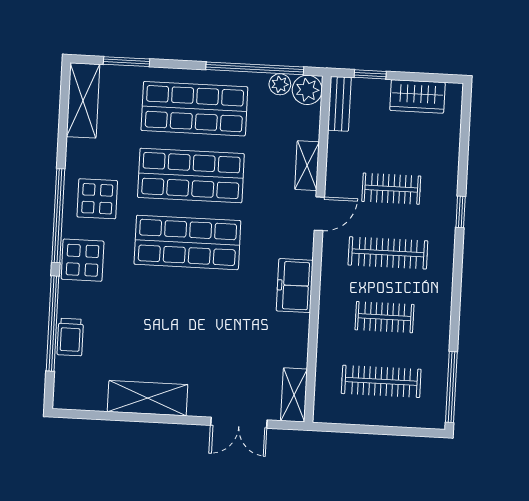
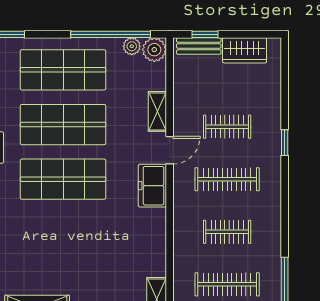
bench: (339, 104) -> (199, 46), moved, turned 90
freezer: (295, 286) -> (152, 186), moved

